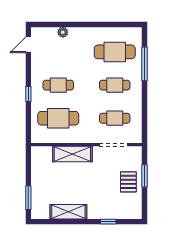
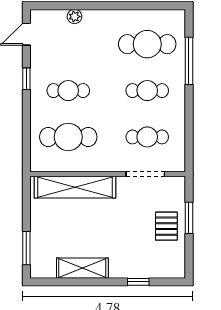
window: (28, 94) -> (26, 79), moved
shelving: (72, 154) -> (75, 187), width x1.47

